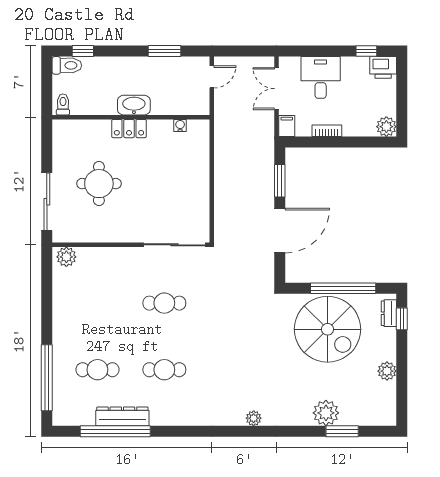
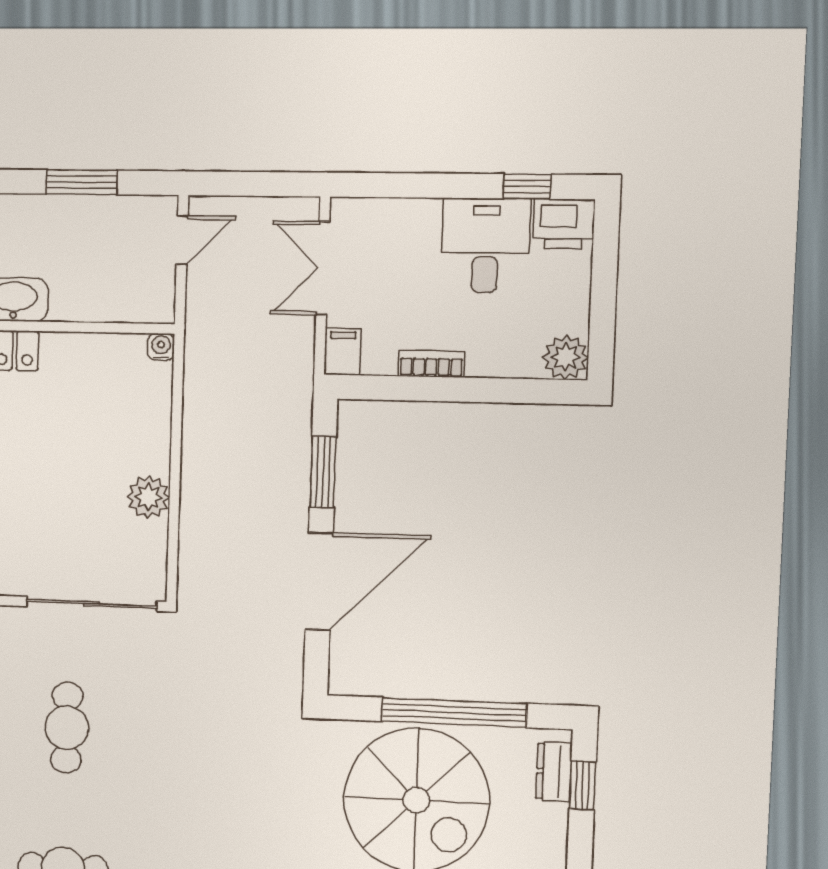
desk: (321, 77) -> (485, 246), moved
water cooler: (180, 125) -> (161, 347), moved
plant: (200, 195) -> (148, 497), added
cafe table: (164, 303) -> (67, 728), turned 90

